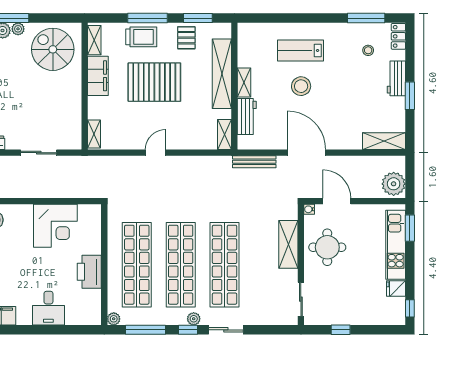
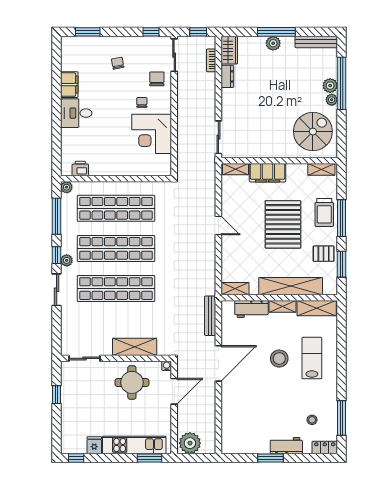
filing cabinet: (98, 76) -> (268, 173), moved
shelving: (384, 141) -> (317, 308), moved, turned 90
sliding door: (39, 153) -> (218, 137), moved
chair: (21, 236) -> (142, 102), added
printer: (89, 272) -> (80, 168), moved, width x0.53, depth x0.68
desk: (48, 308) -> (76, 113), moved

